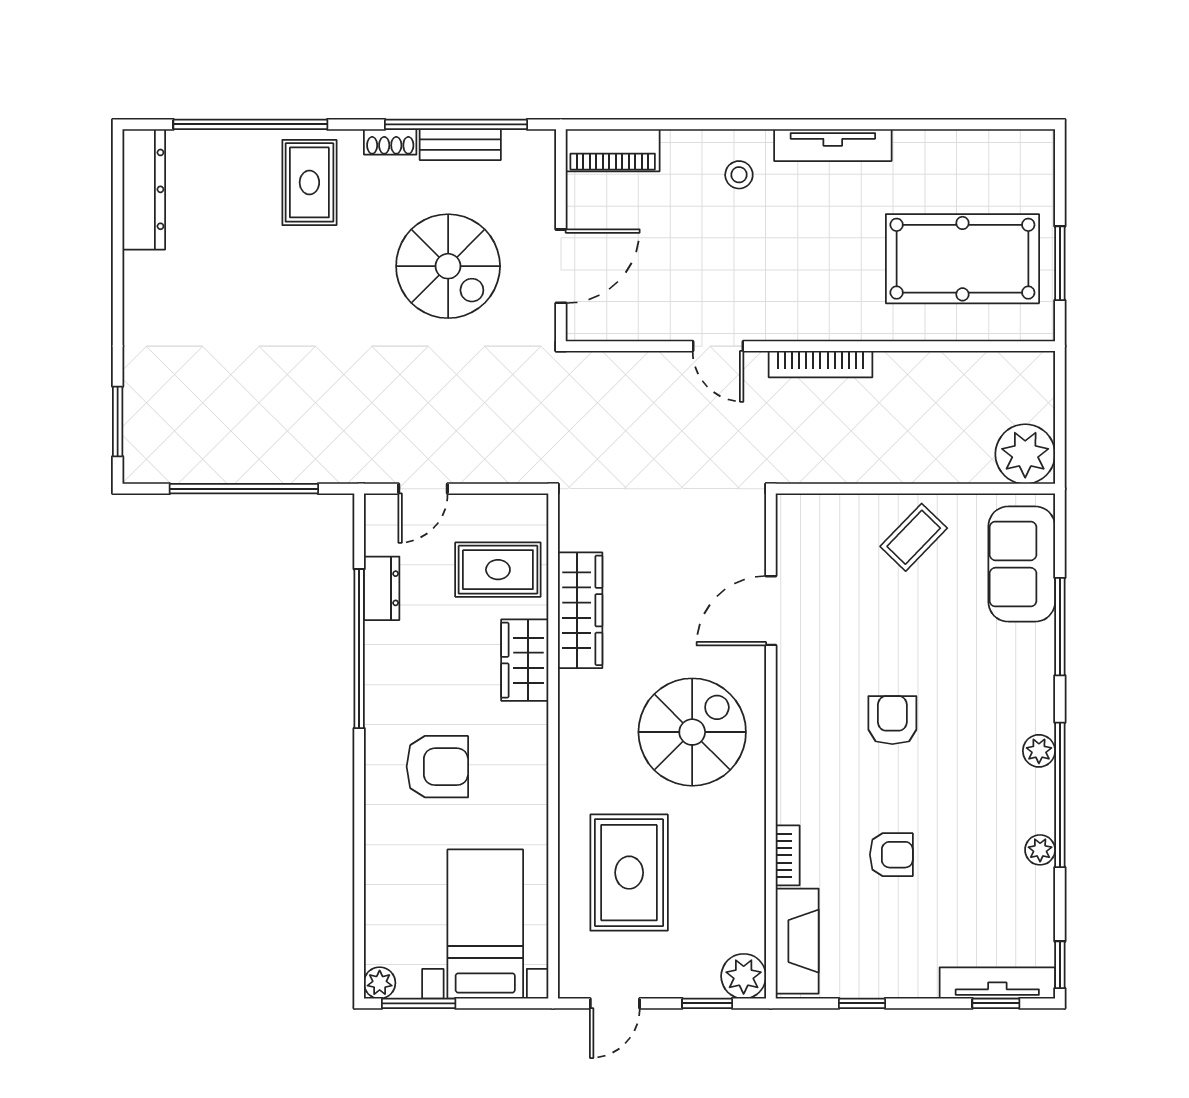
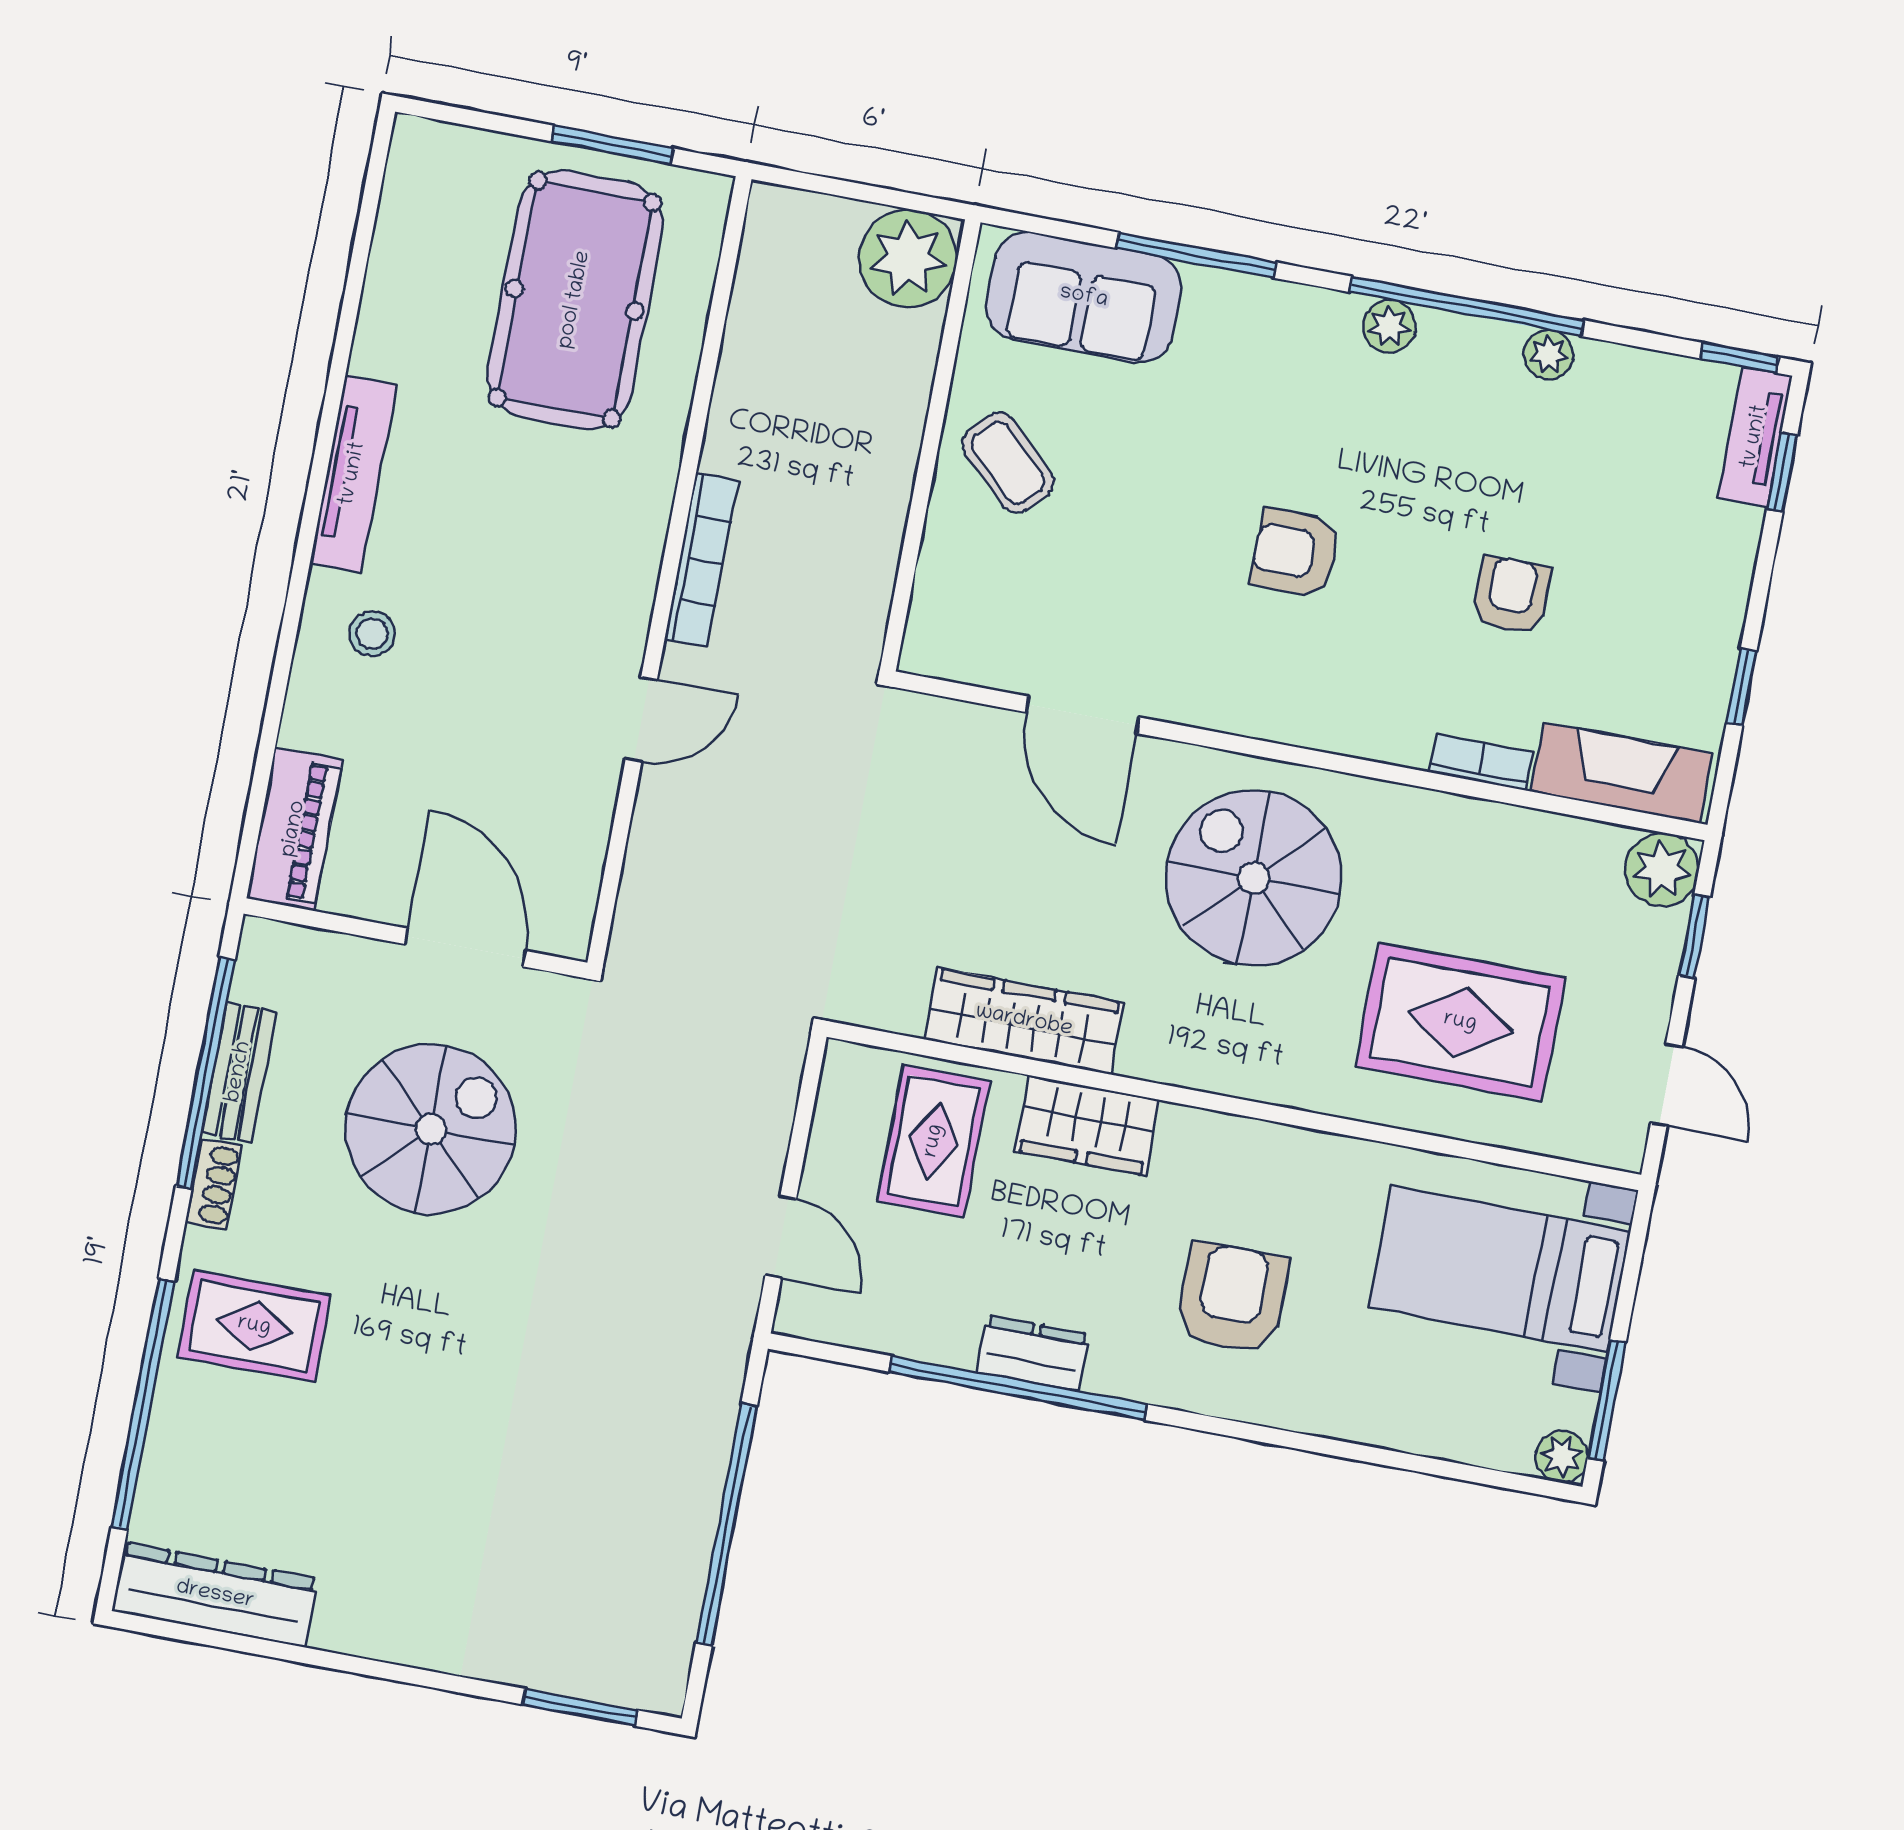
dresser: (382, 588) -> (1033, 1353), moved
tv unit: (997, 983) -> (1755, 437), width x0.71

